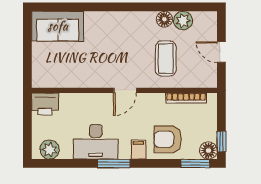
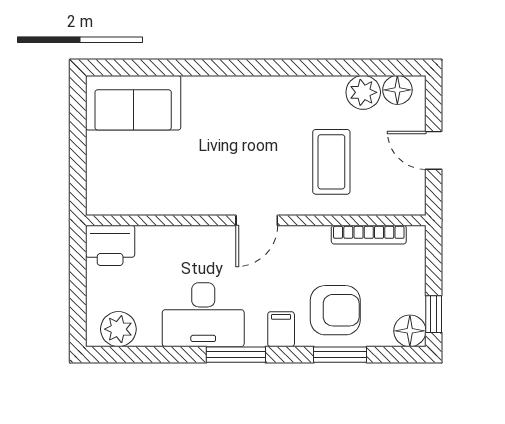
floor lamp: (164, 19) -> (397, 90), moved
armchair: (168, 139) -> (335, 310), turned 180
window: (196, 163) -> (340, 355), moved

